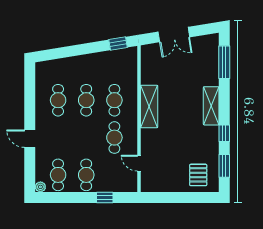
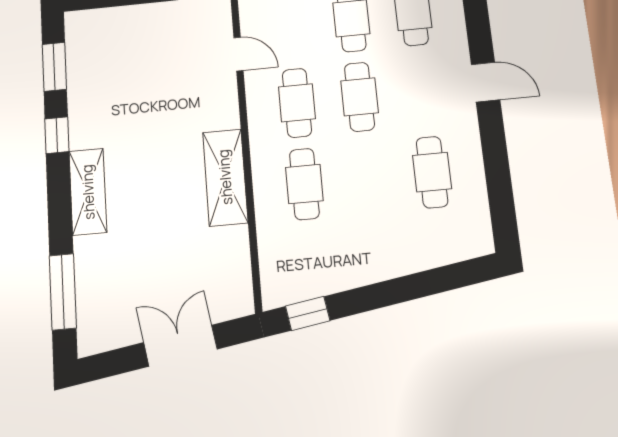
cafe table: (86, 100) -> (359, 97), moved
pallet: (198, 175) -> (109, 42), removed

